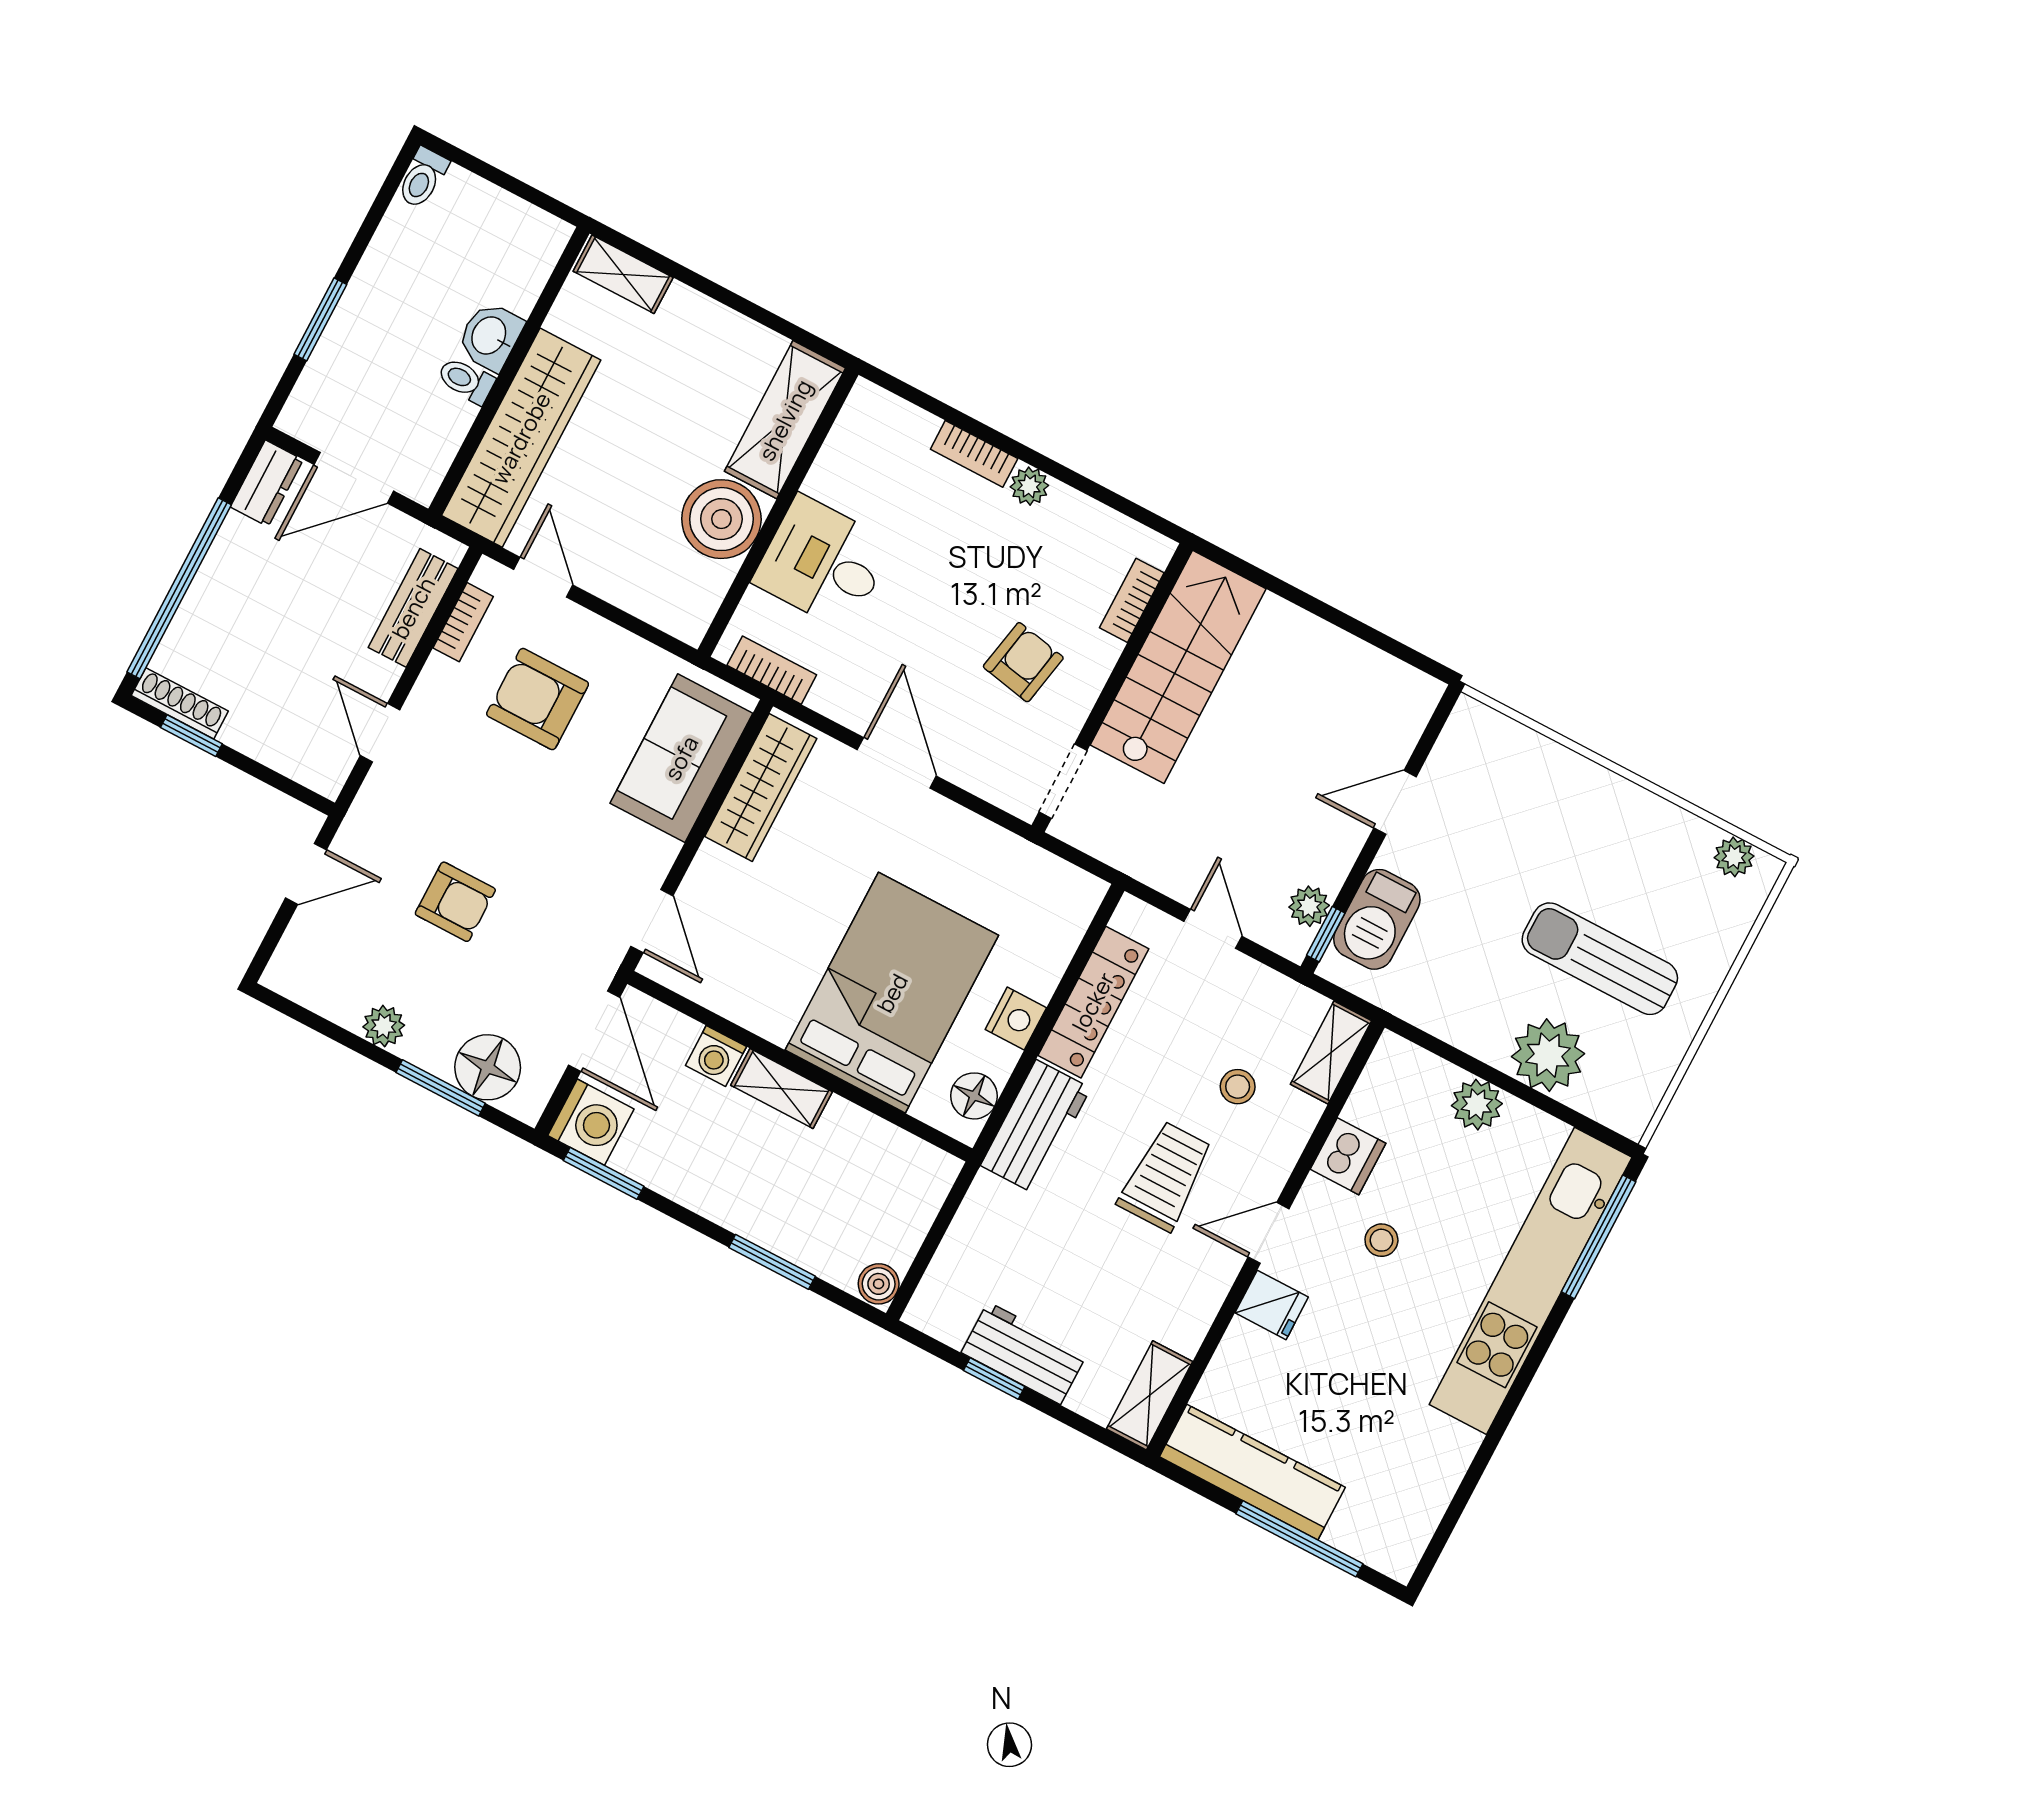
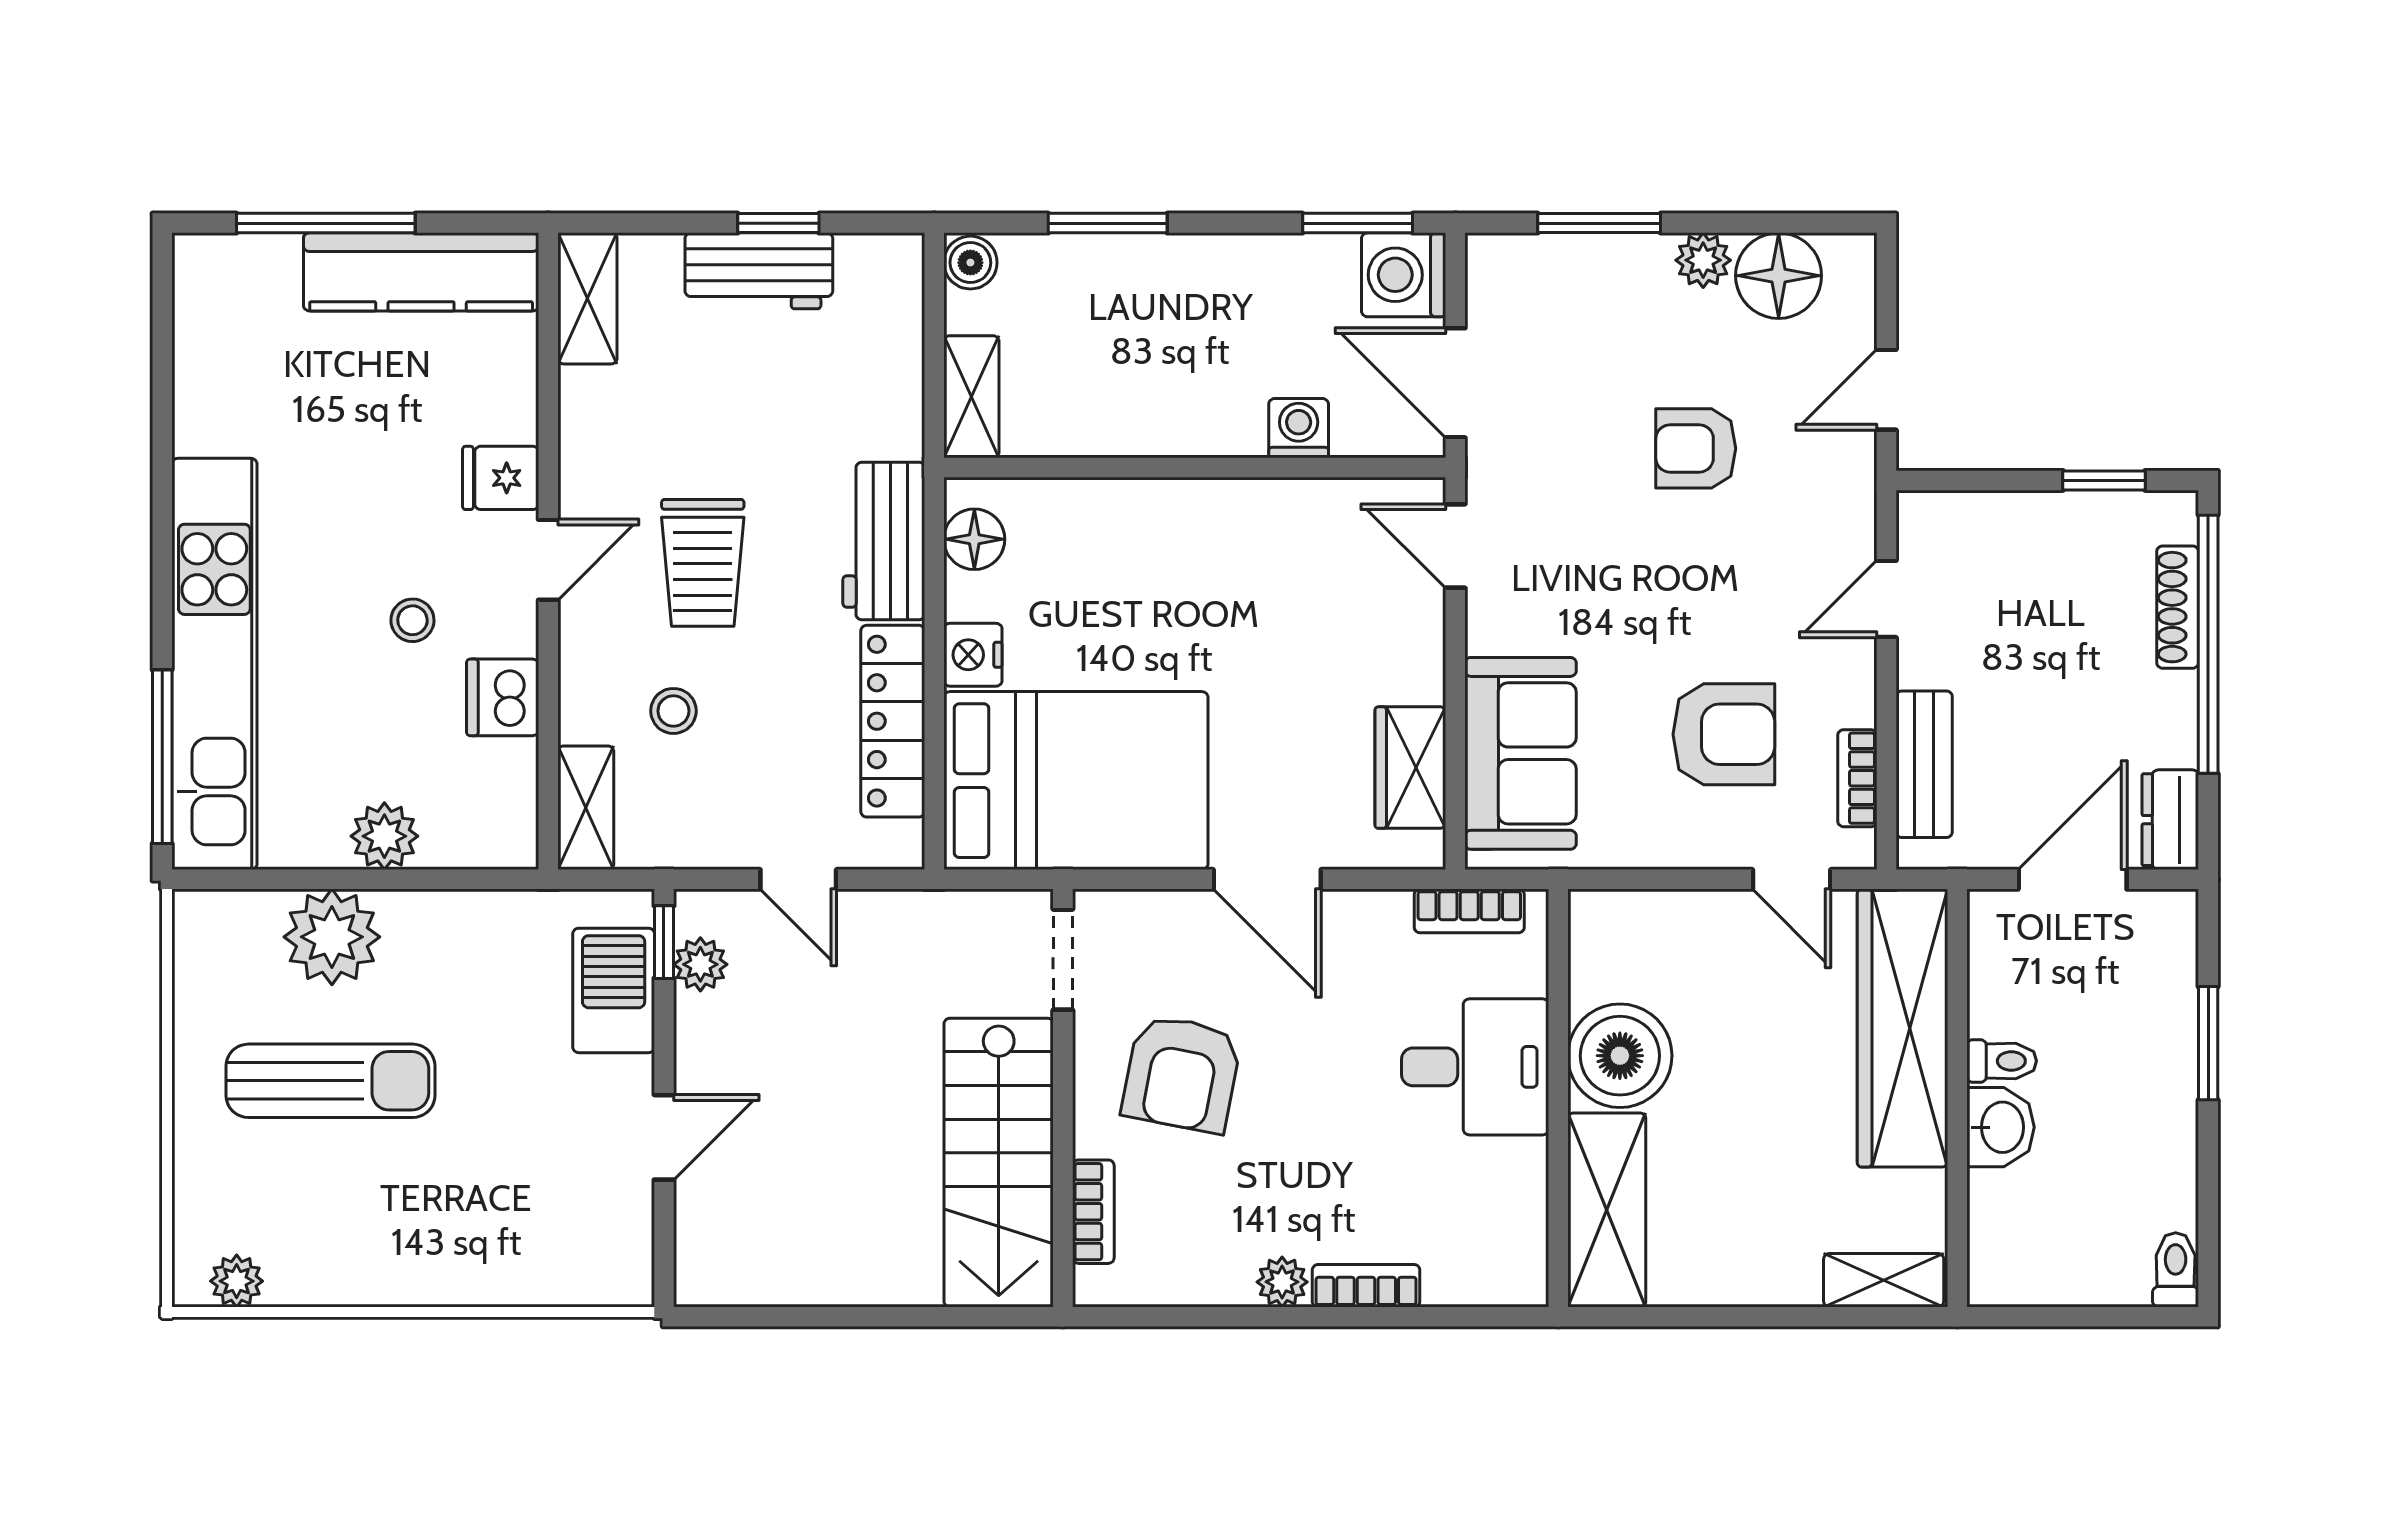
armchair: (1023, 662) -> (1182, 1074), width x1.38, depth x1.38
shoe rack: (180, 703) -> (2178, 607), moved, turned 90
door: (380, 733) -> (1886, 599), swing flipped
wardrobe: (761, 788) -> (1410, 768), width x0.67
bed: (892, 993) -> (1076, 781), moved, turned -90
floor lamp: (488, 1067) -> (1779, 276), moved
shelving: (782, 1088) -> (971, 397), moved, turned 90

